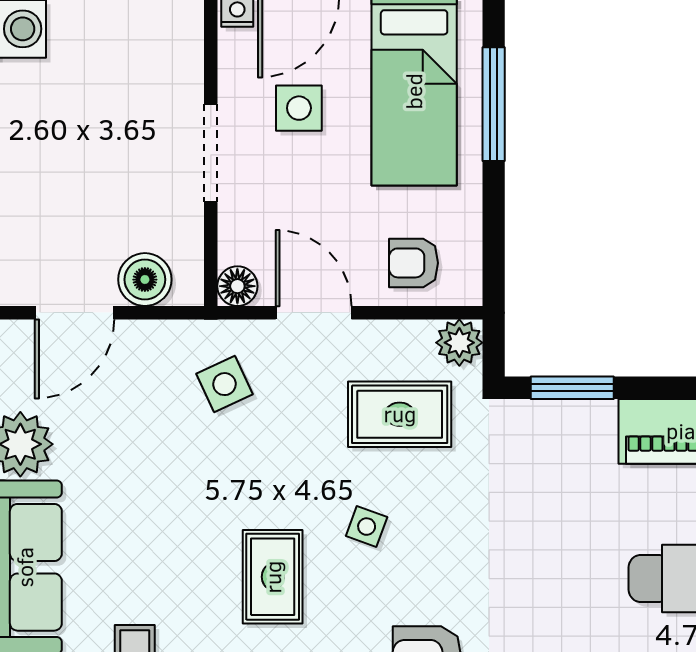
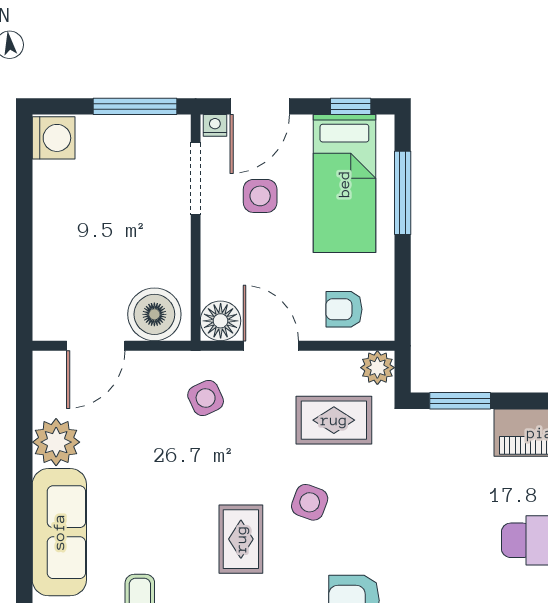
doorway: (211, 153) -> (196, 179), moved
boiler: (145, 280) -> (154, 314), width x1.37, depth x1.37
floor lamp: (237, 286) -> (221, 321), width x1.38, depth x1.38
side table: (367, 527) -> (310, 502), width x1.37, depth x1.37

